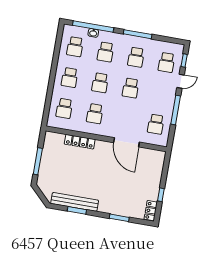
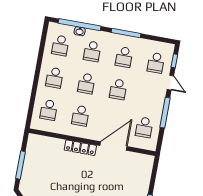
door: (181, 81) -> (170, 83), hinge flipped
locker: (80, 142) -> (80, 148), moved
door: (127, 142) -> (113, 146), swing flipped

